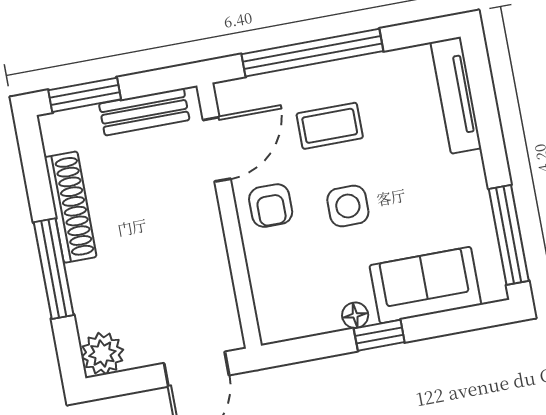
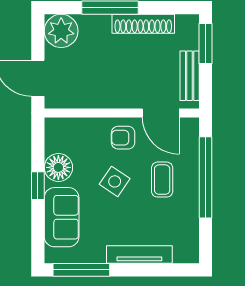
tv unit: (456, 95) -> (139, 254), moved
side table: (348, 206) -> (115, 181), turned 34
floor lamp: (355, 315) -> (58, 167), width x1.89, depth x1.89
plant: (102, 354) -> (61, 31), width x1.36, depth x1.36

